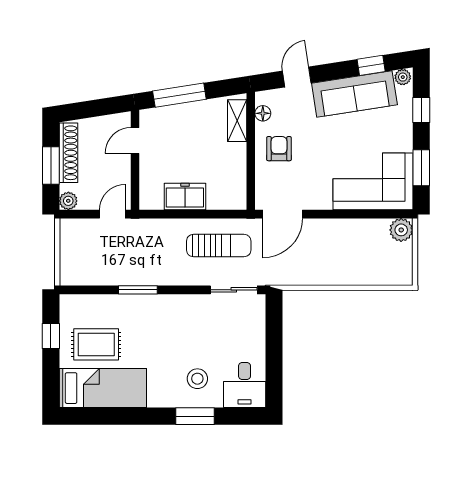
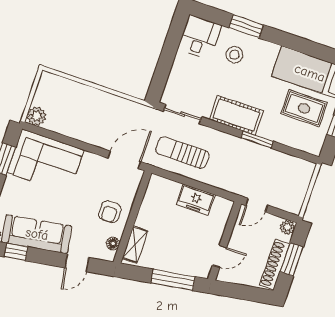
cot: (171, 310) -> (236, 115), added

